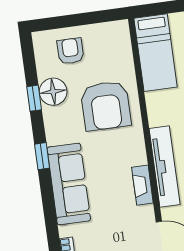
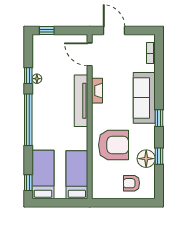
armchair: (70, 51) -> (131, 183), turned 90
armchair: (106, 106) -> (114, 145), turned 90

